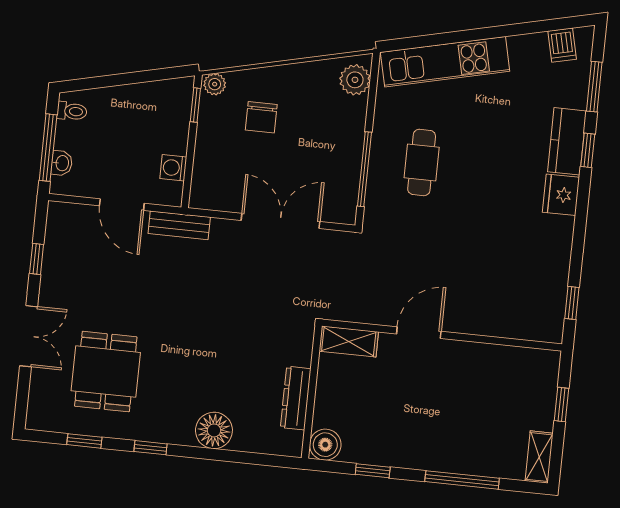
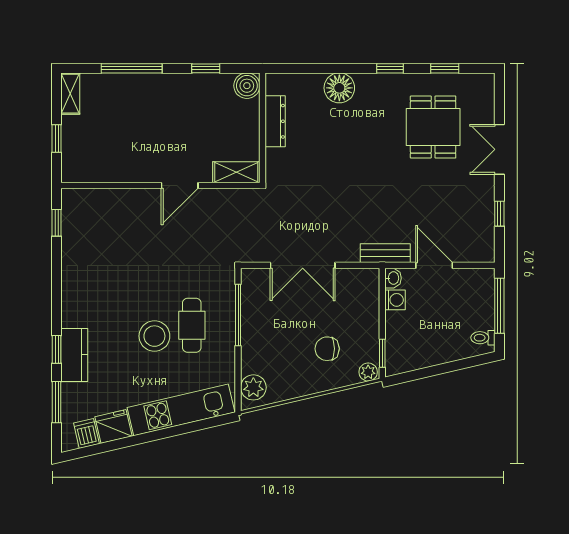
chair: (261, 117) -> (327, 349), turned -90
stool: (468, 154) -> (154, 336), added
washbasin: (62, 163) -> (393, 278), moved, turned 180
fridge: (561, 195) -> (113, 426), moved, turned -103

